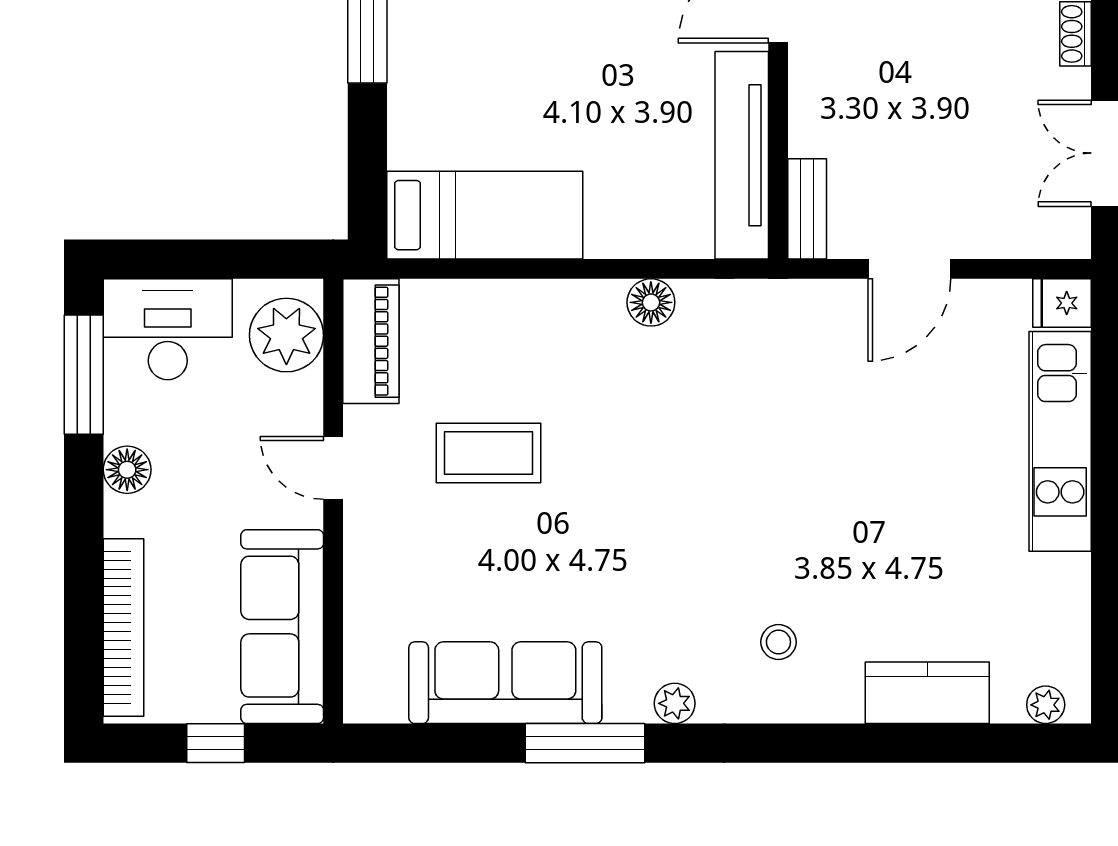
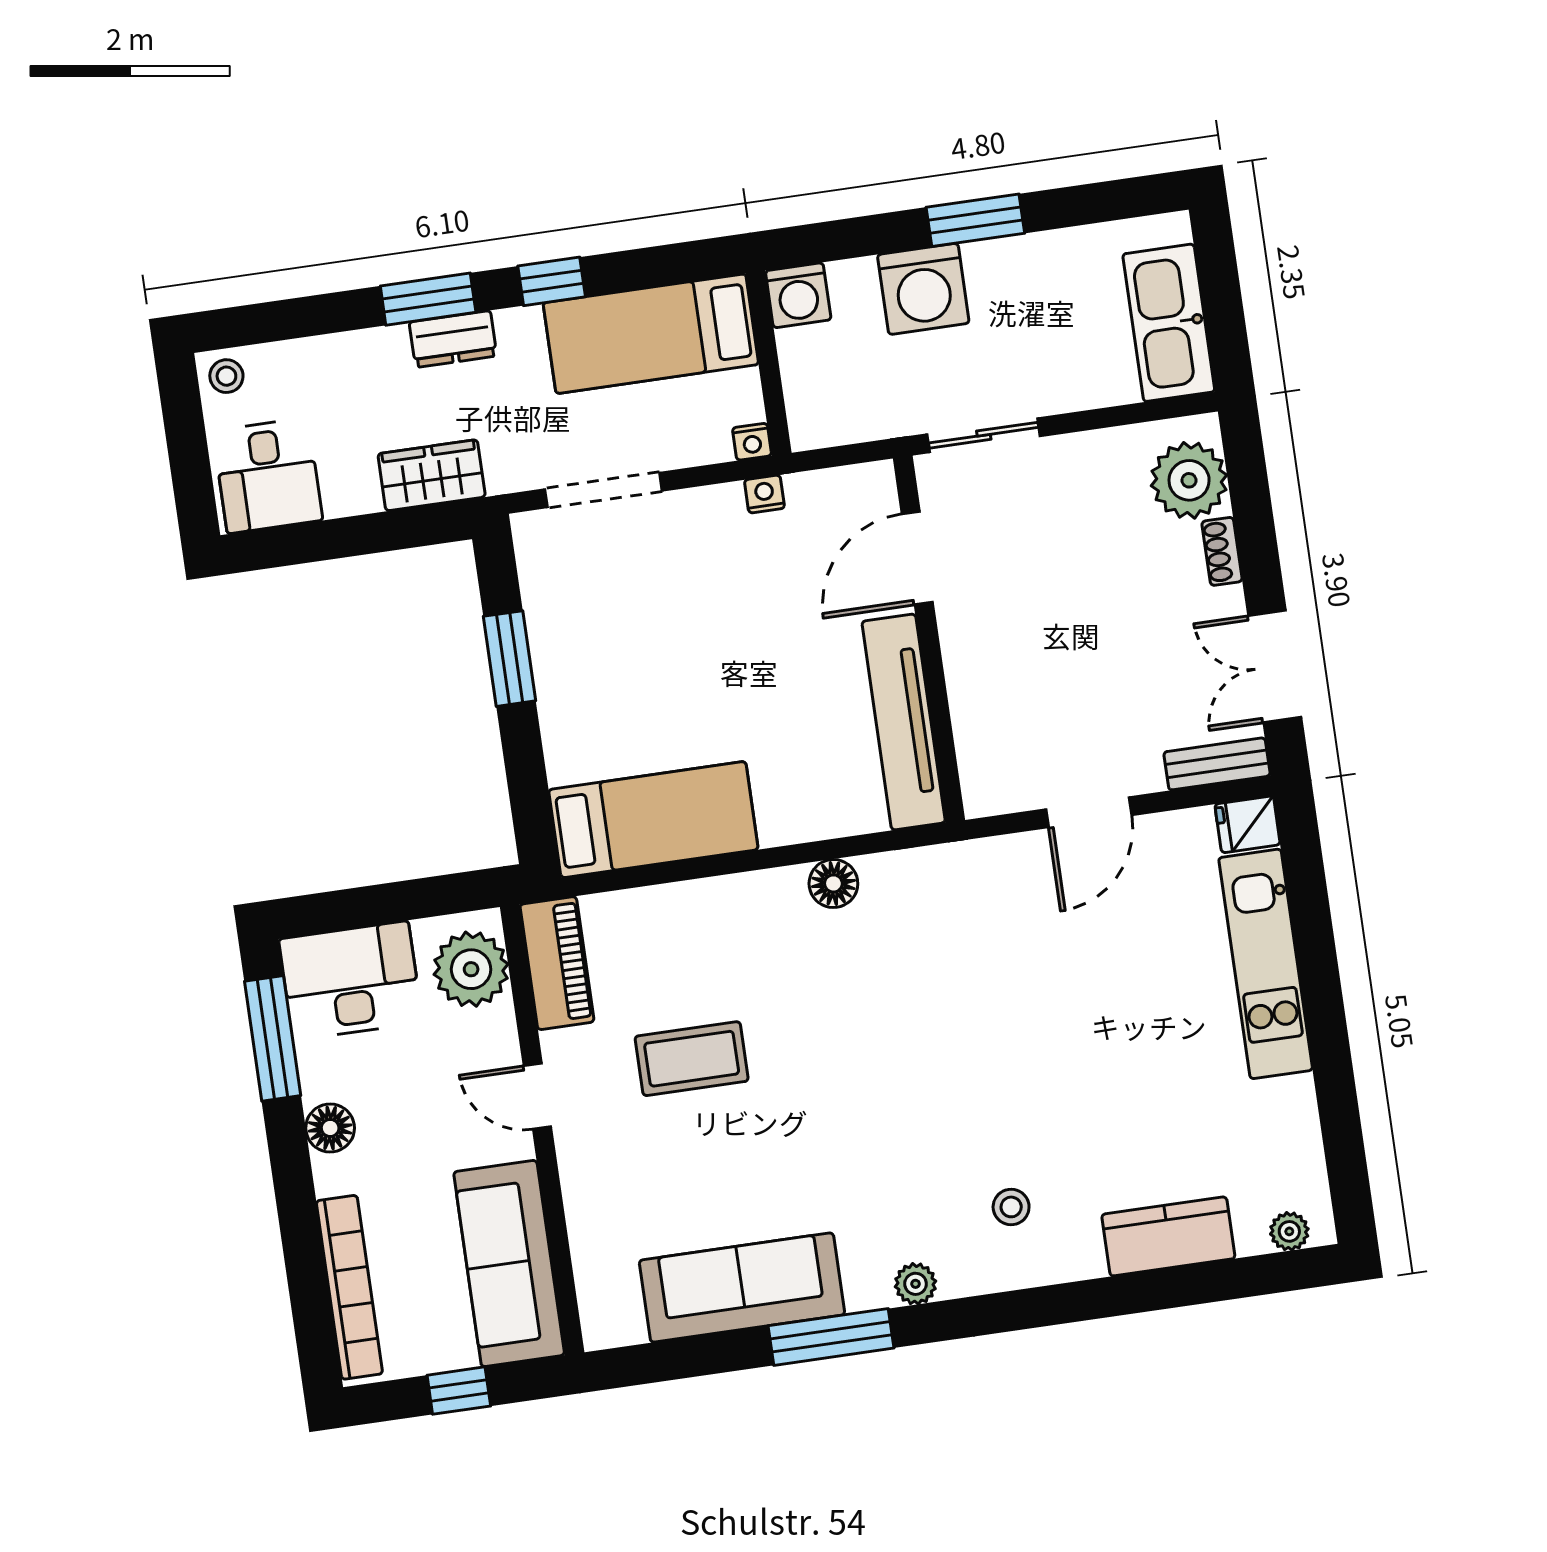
bench: (807, 209) -> (1217, 764), moved, turned 90

